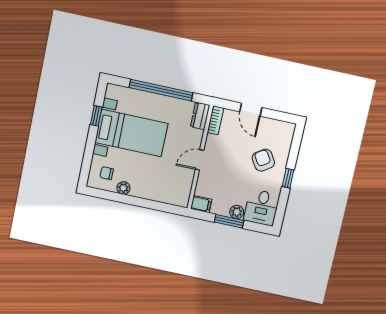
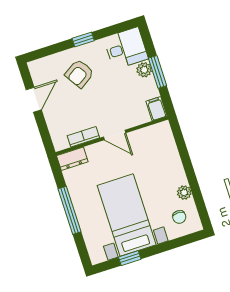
window: (161, 90) -> (69, 210), width x0.68
door: (251, 110) -> (34, 100), moved
bookcase: (215, 120) -> (83, 137), moved

